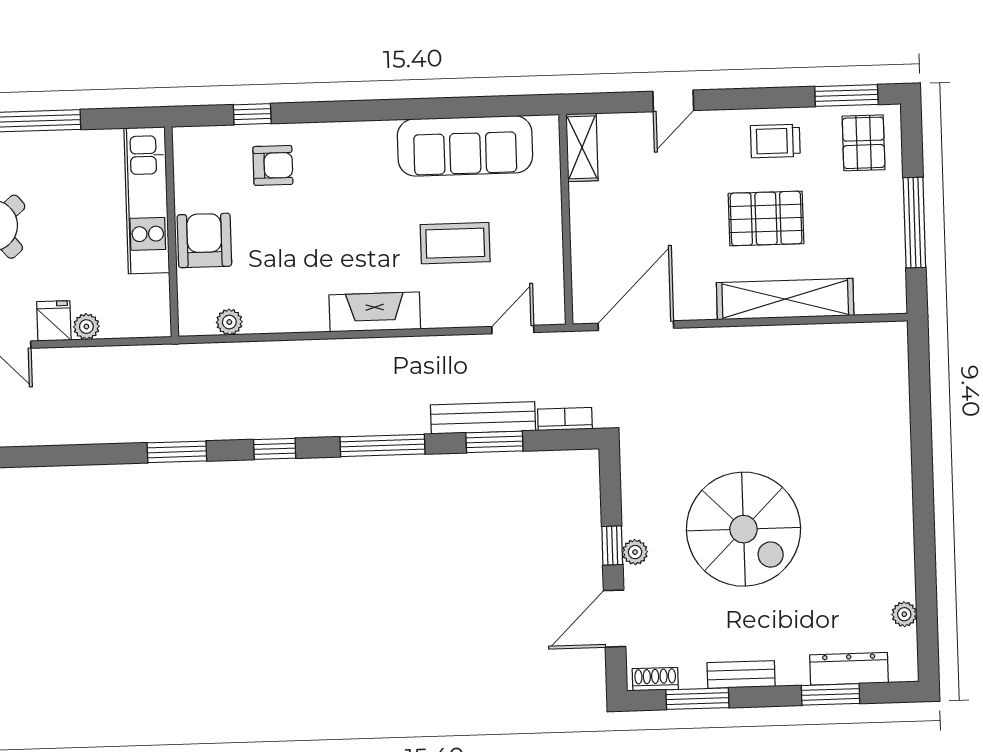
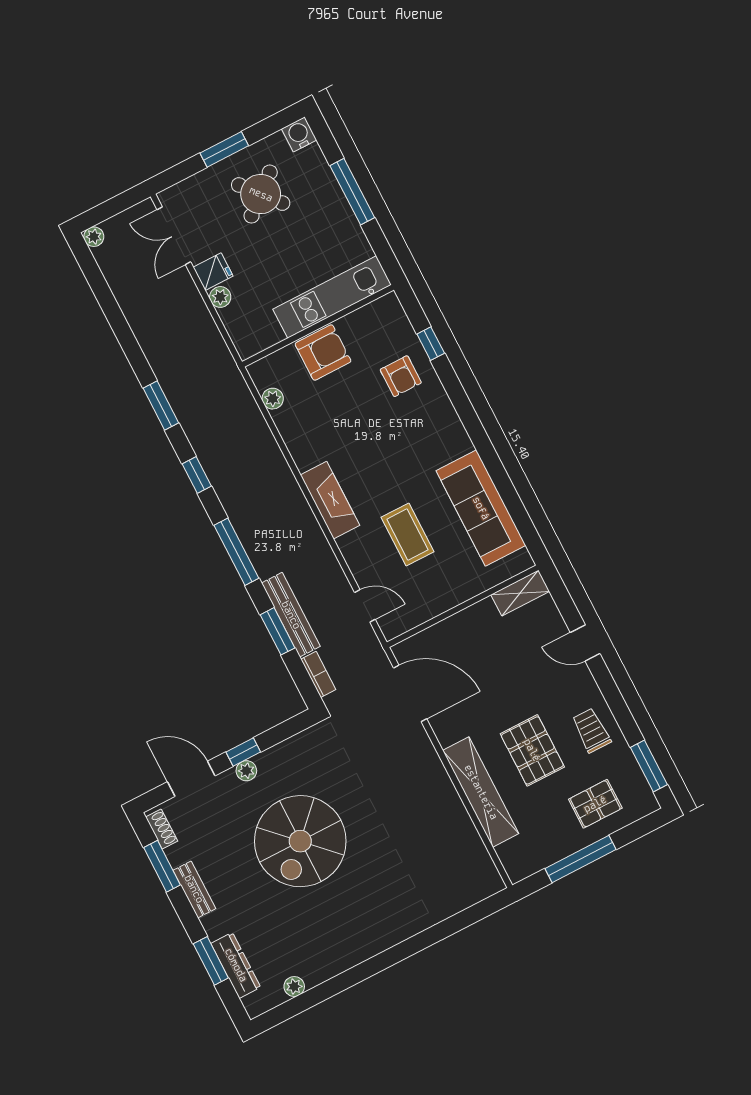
pallet: (864, 143) -> (595, 804), moved

